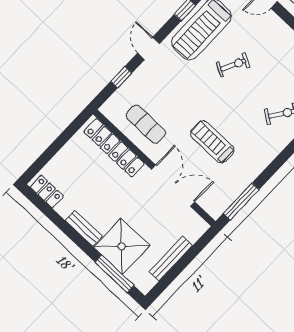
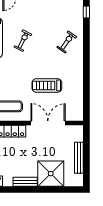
window: (241, 201) -> (86, 100), removed
window: (114, 274) -> (59, 190), removed

